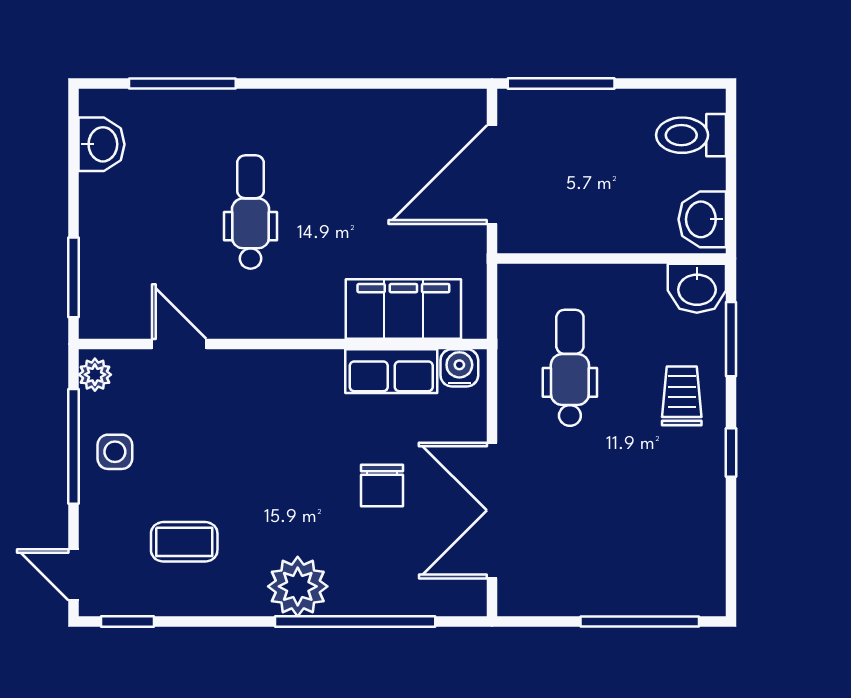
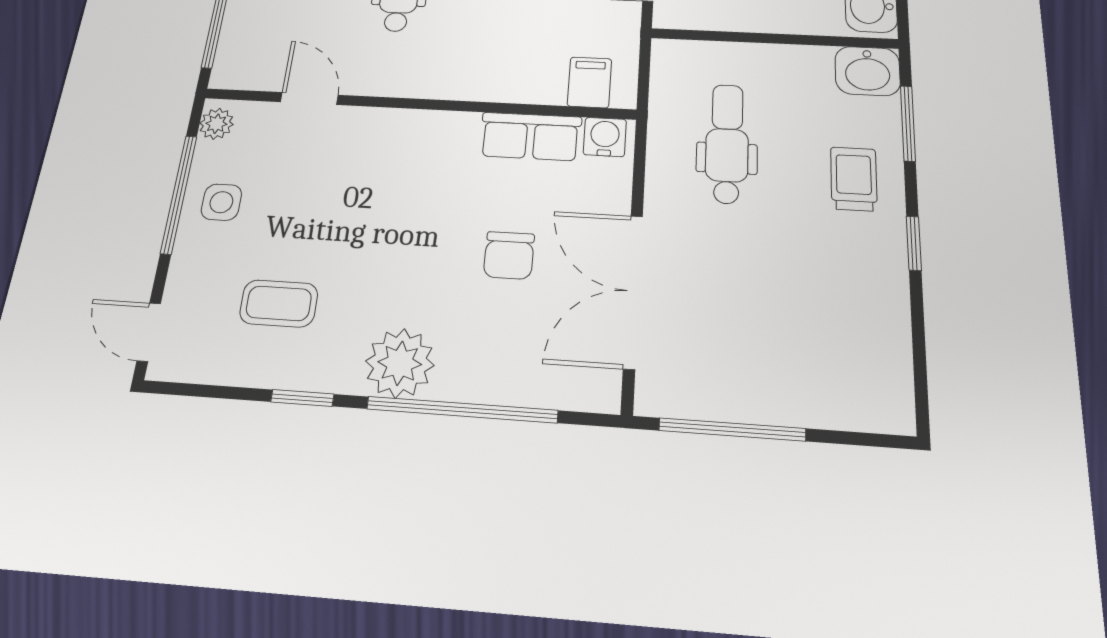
filing cabinet: (403, 309) -> (589, 82), width x0.33, depth x0.86
window: (128, 621) -> (302, 398), moved
window: (640, 621) -> (732, 429), moved

